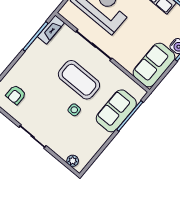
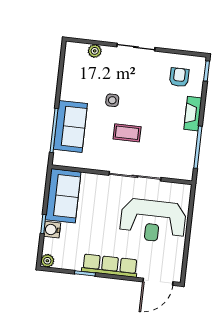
fireplace: (51, 30) -> (193, 114), moved
coffee table: (79, 80) -> (127, 133), width x0.54, depth x0.58
plant: (73, 161) -> (95, 51), moved

